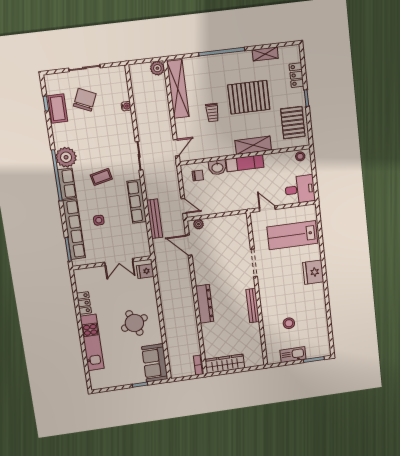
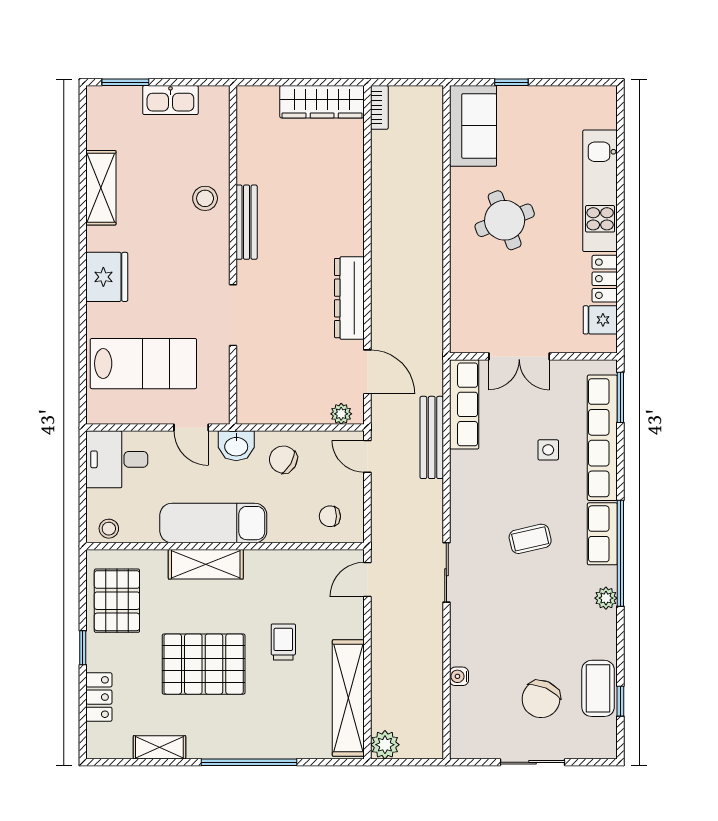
plant: (66, 157) -> (606, 598), width x0.53, depth x0.53
exam couch: (245, 163) -> (213, 523), width x1.36, depth x1.45
washbasin: (217, 167) -> (236, 446), moved, turned 180
chair: (223, 199) -> (283, 460), added
row of seats: (137, 201) -> (464, 404), moved
double door: (119, 262) -> (519, 356), swing flipped
fridge: (145, 271) -> (600, 320), moved, turned 180
dresser: (205, 304) -> (349, 298), moved
shelving: (320, 312) -> (101, 188), added
stool: (289, 323) -> (205, 198), moved

